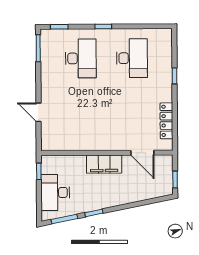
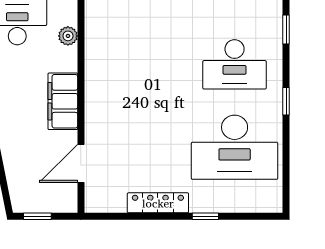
desk: (132, 58) -> (235, 147), width x1.36, depth x1.30
locker: (166, 121) -> (158, 203), moved
plant: (64, 161) -> (68, 36), added

